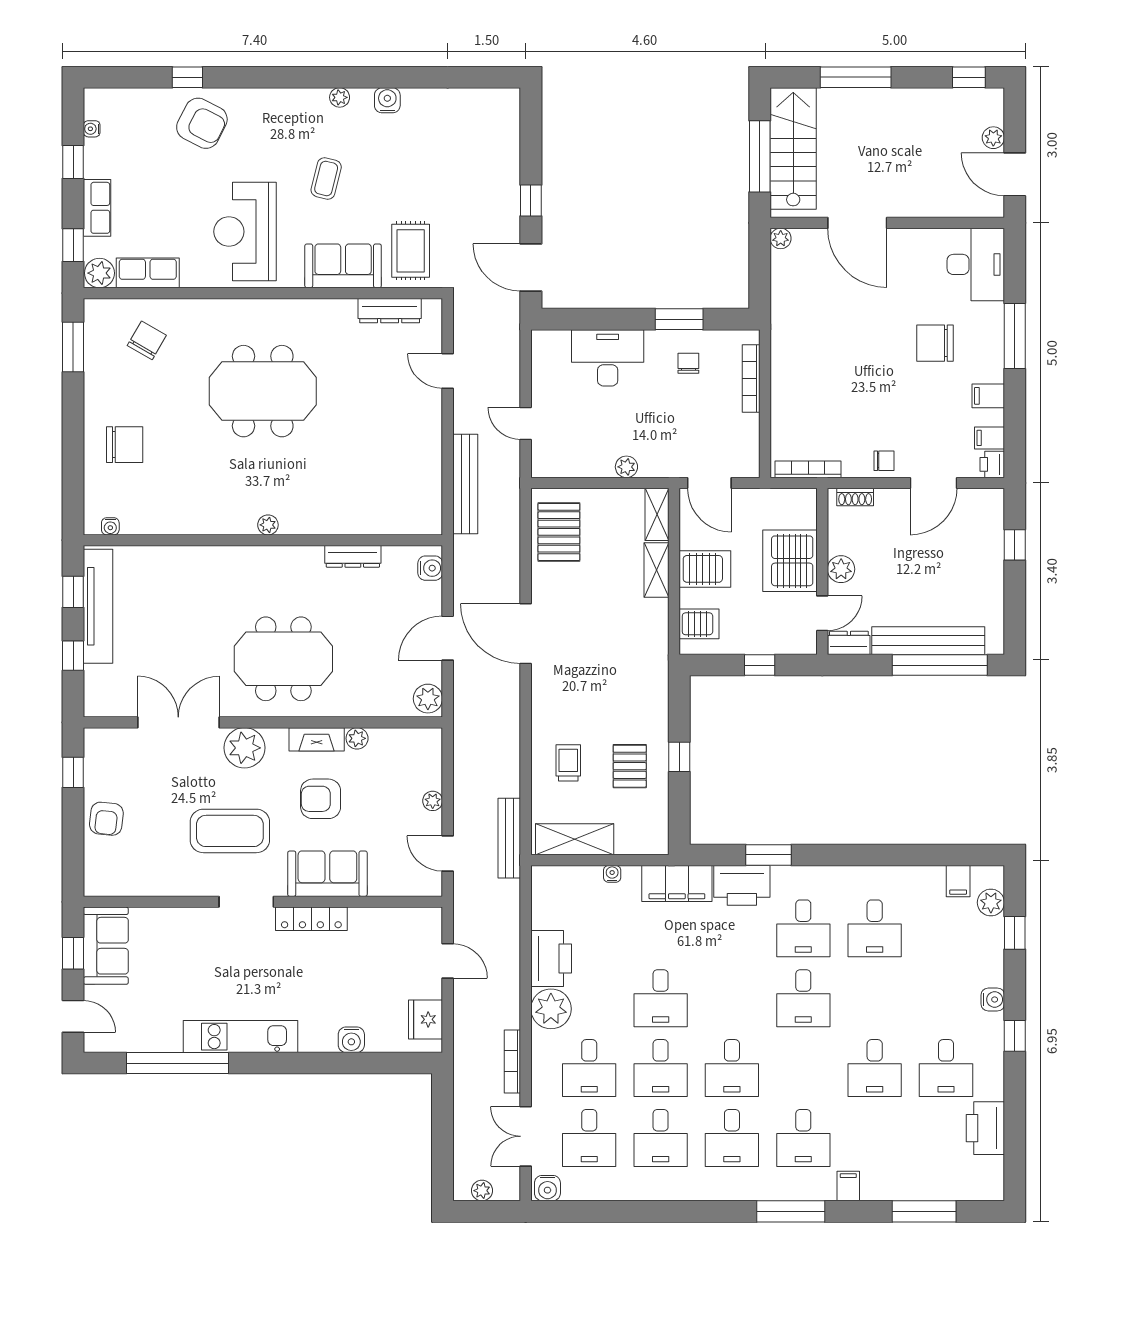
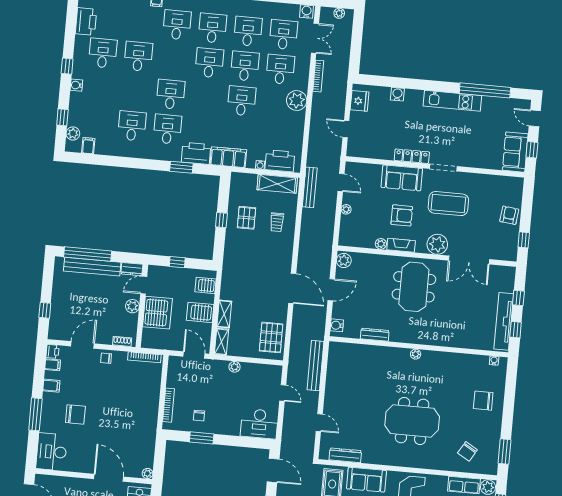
desk: (608, 358) -> (259, 424), moved
meeting table: (283, 659) -> (414, 287), turned 90
printer: (551, 959) -> (280, 161), moved, turned 90

